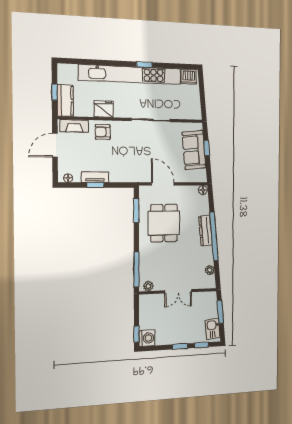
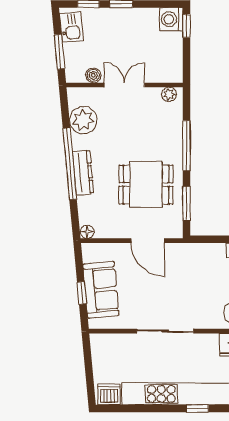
window: (144, 65) -> (197, 409), moved
dining table: (164, 223) -> (146, 185), turned 90
window: (136, 270) -> (187, 146), moved
plant: (210, 270) -> (83, 120), width x1.88, depth x1.88
boiler: (199, 297) -> (93, 75), added

